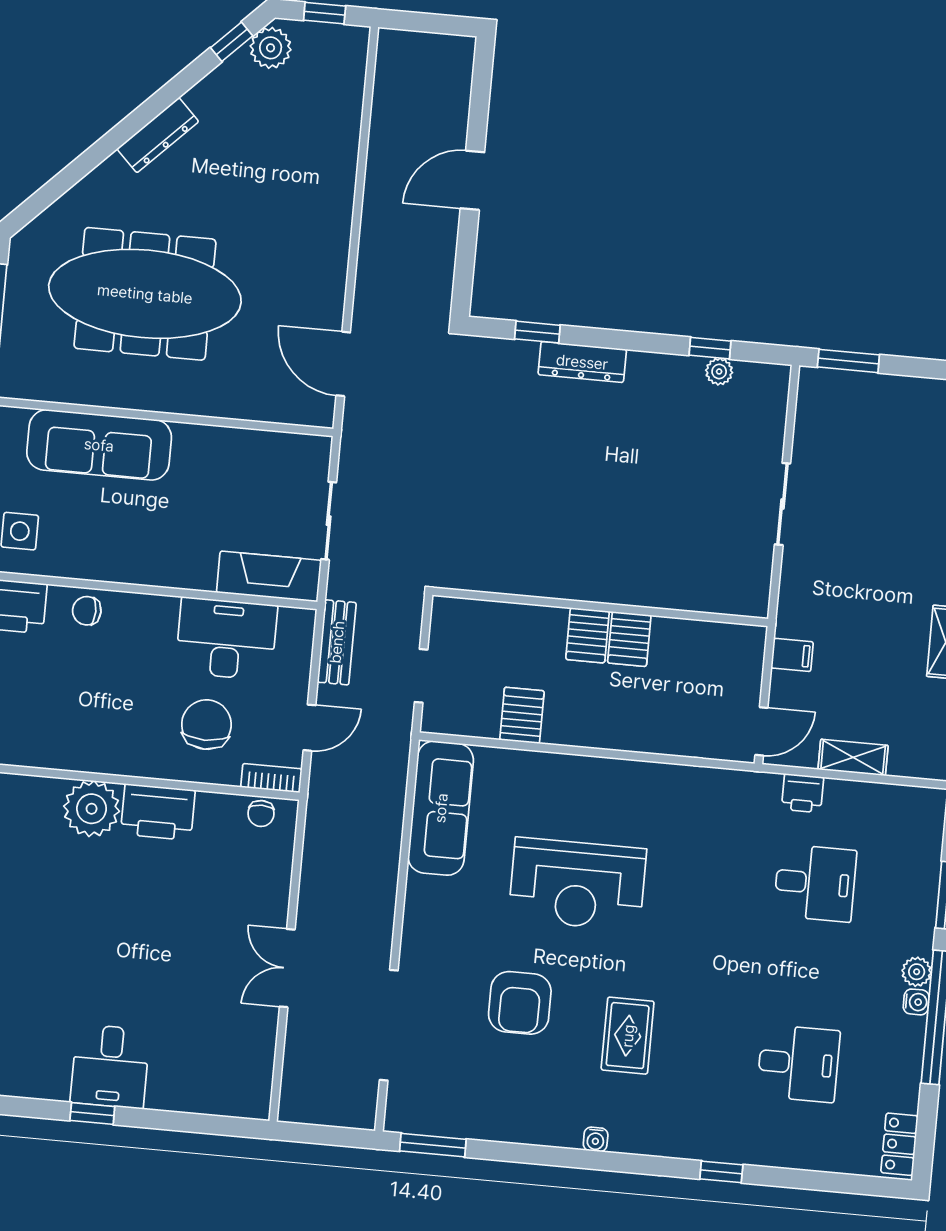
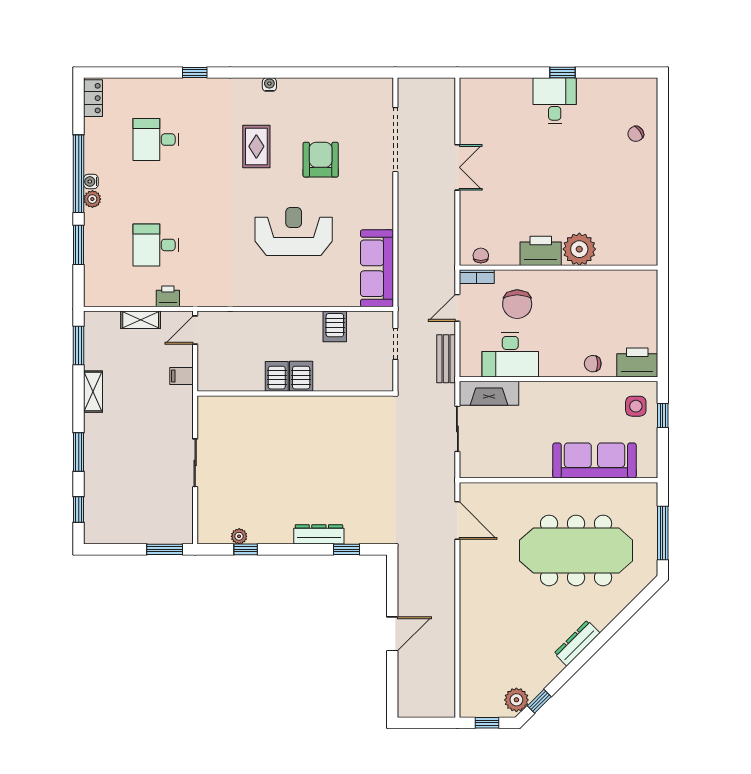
chair: (87, 611) -> (593, 364), turned 180
window: (433, 1145) -> (363, 73), removed

